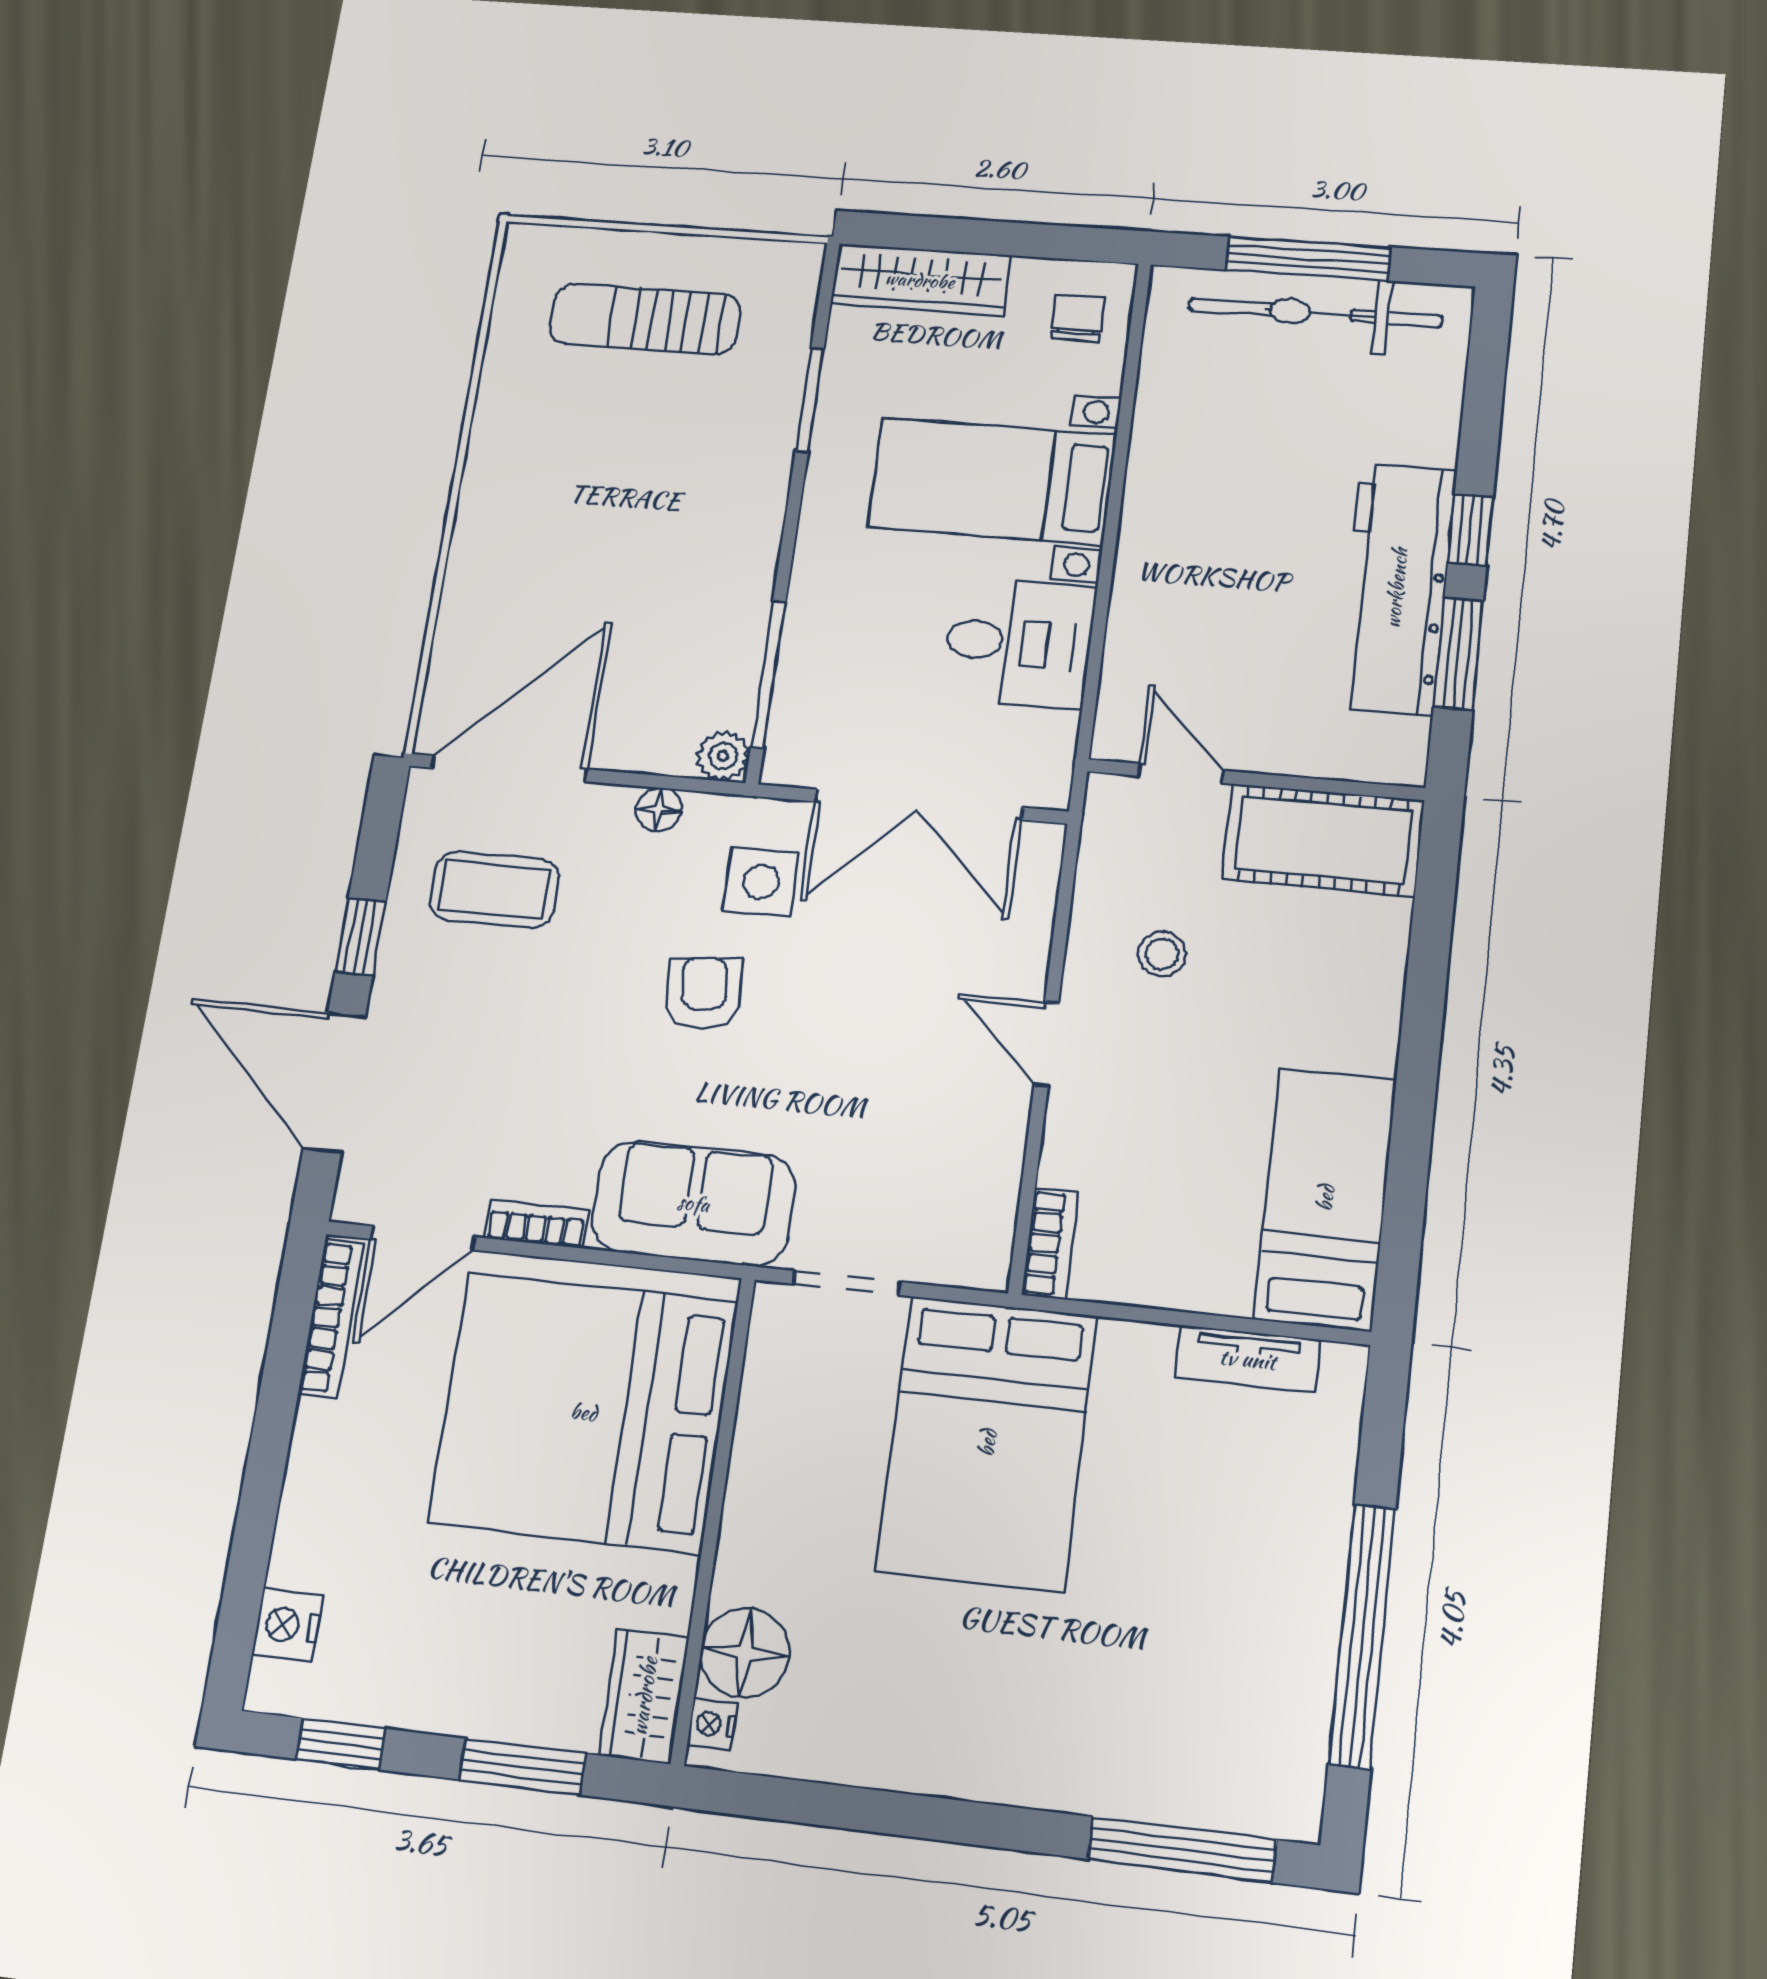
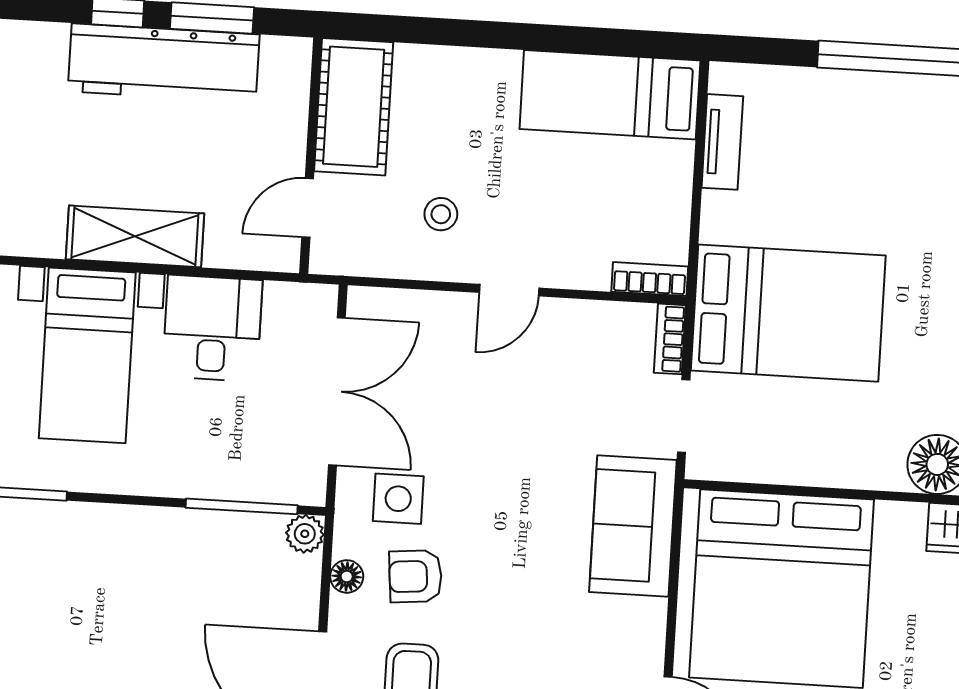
shelving: (1153, 545) -> (135, 236), added
armchair: (704, 993) -> (415, 576), moved
bookcase: (537, 1224) -> (670, 339), moved

